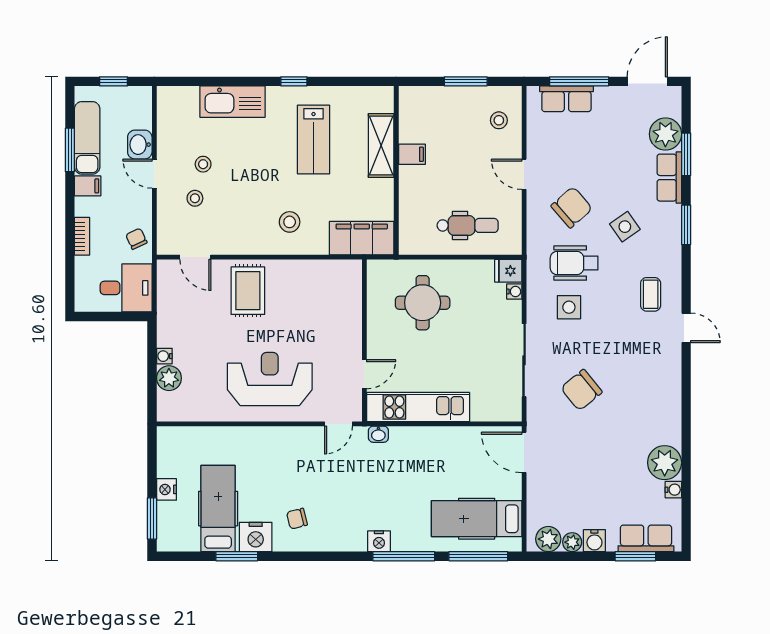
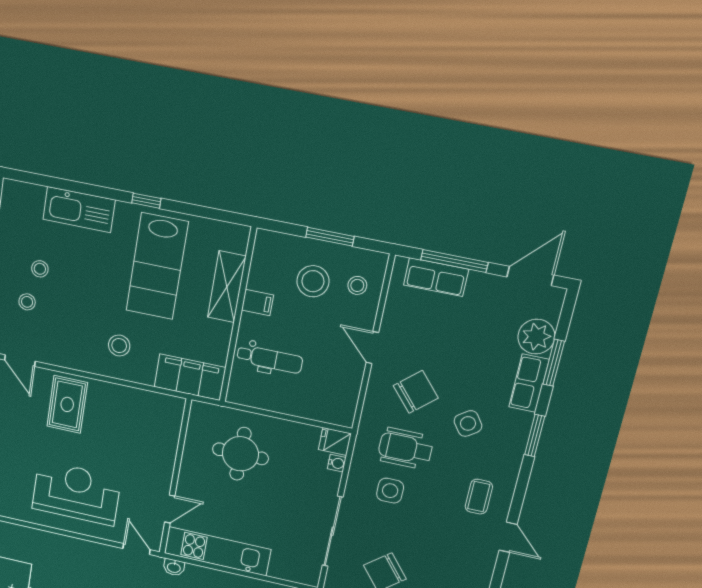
stool: (458, 124) -> (313, 281), added
lab bench: (313, 140) -> (157, 266), width x1.36, depth x1.39
dental chair: (468, 225) -> (270, 359), moved
door: (338, 424) -> (137, 549), swing flipped

